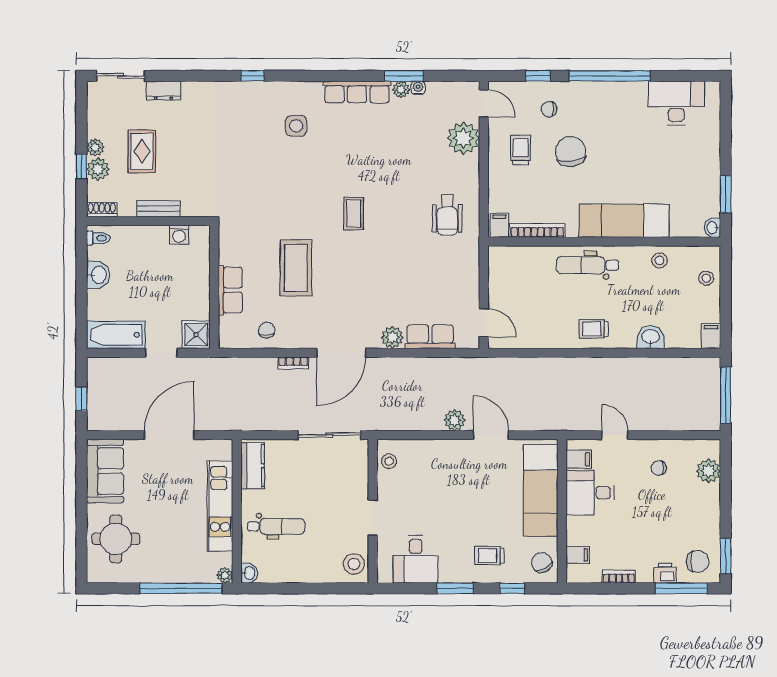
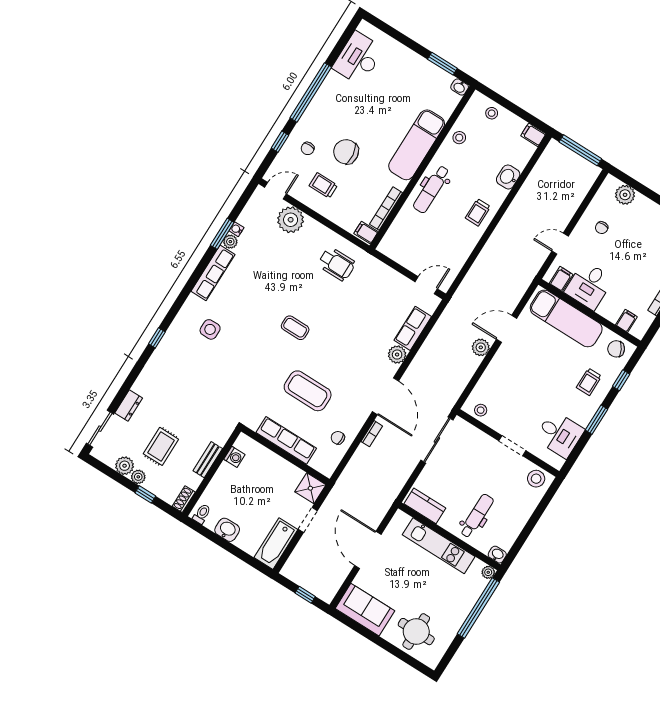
rug: (142, 151) -> (161, 446), turned 90
plant: (98, 169) -> (125, 466), moved
row of seats: (230, 290) -> (286, 440), width x1.48

